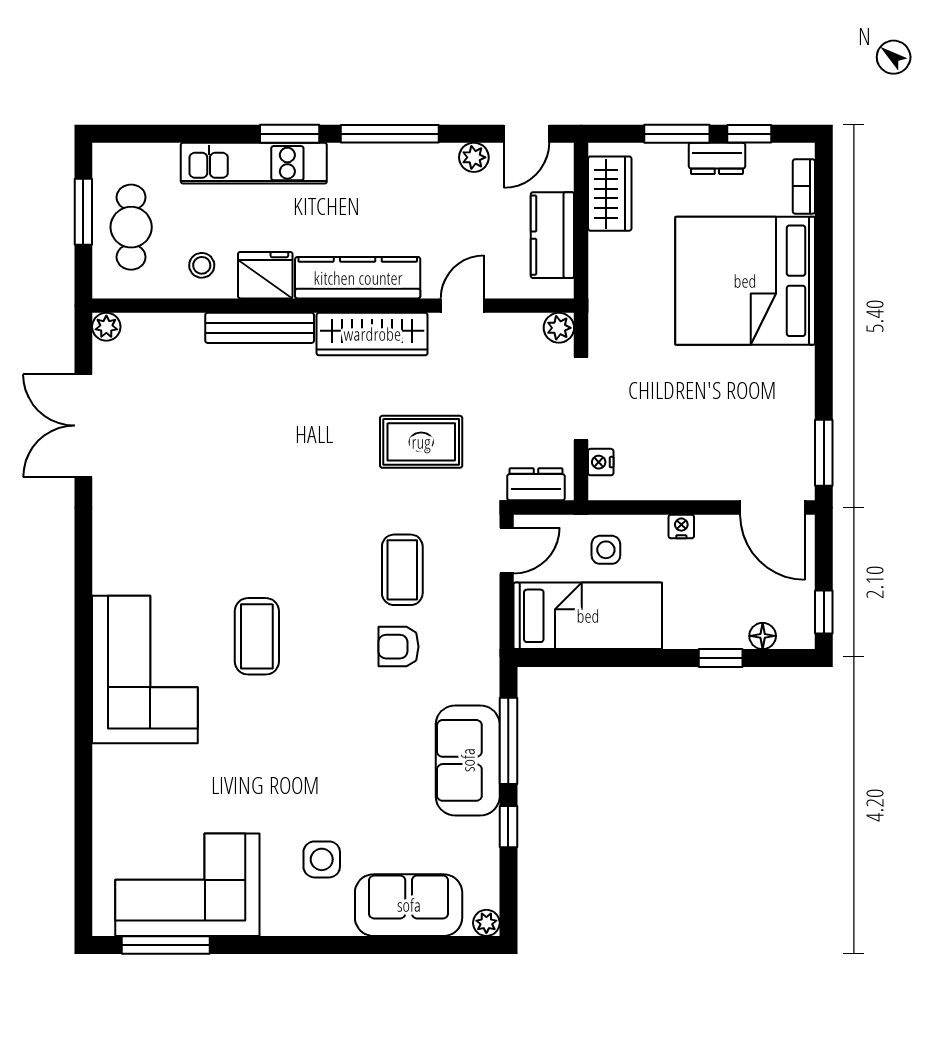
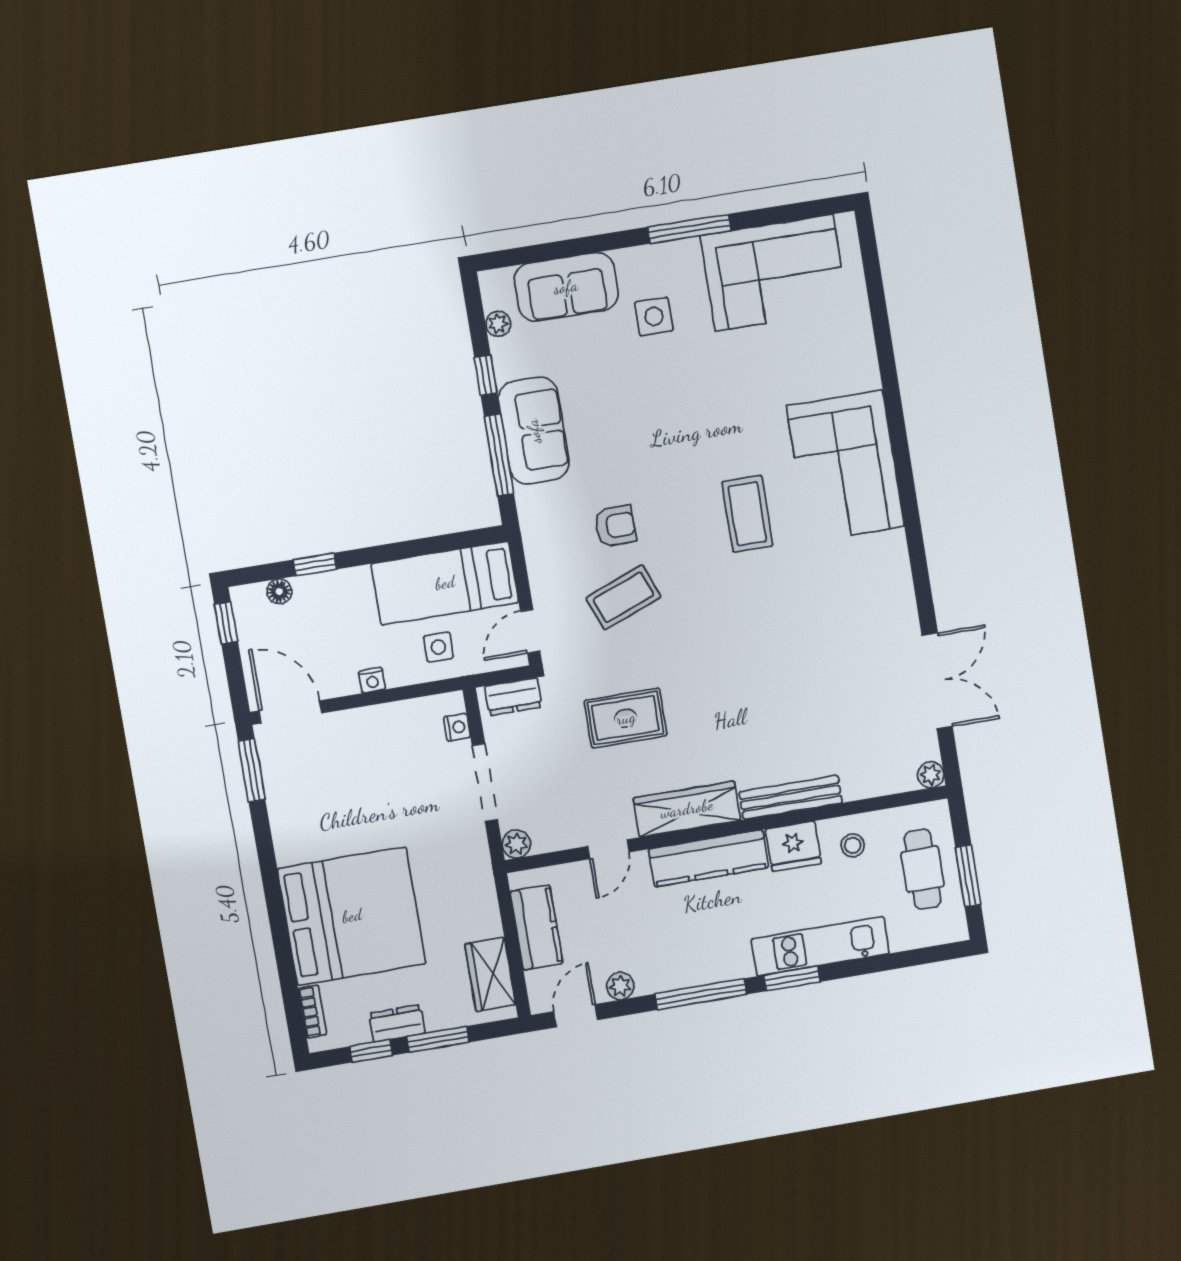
coffee table: (402, 570) -> (624, 597), turned 69
plant: (486, 923) -> (498, 324), moved
window: (166, 945) -> (689, 229), moved

